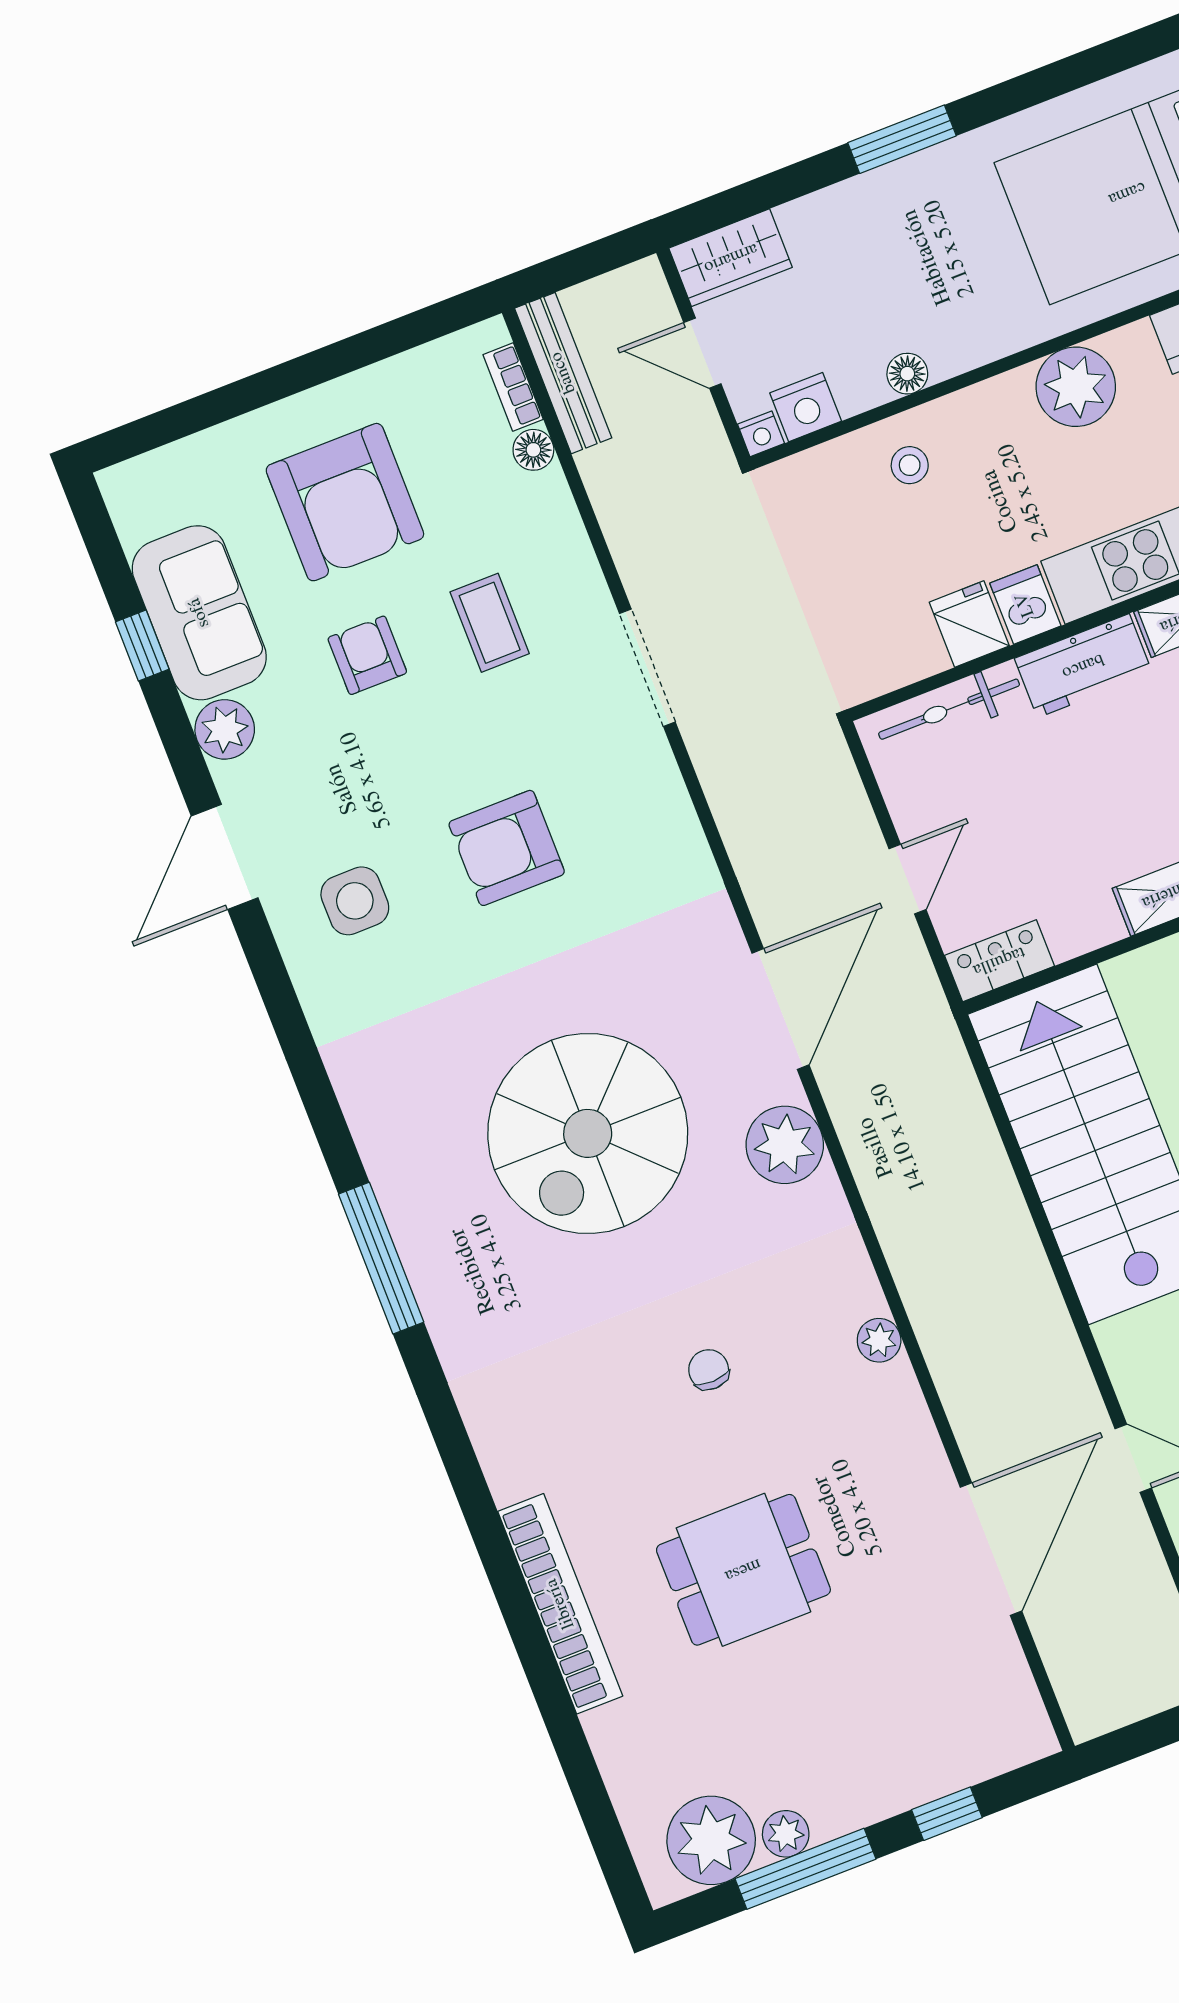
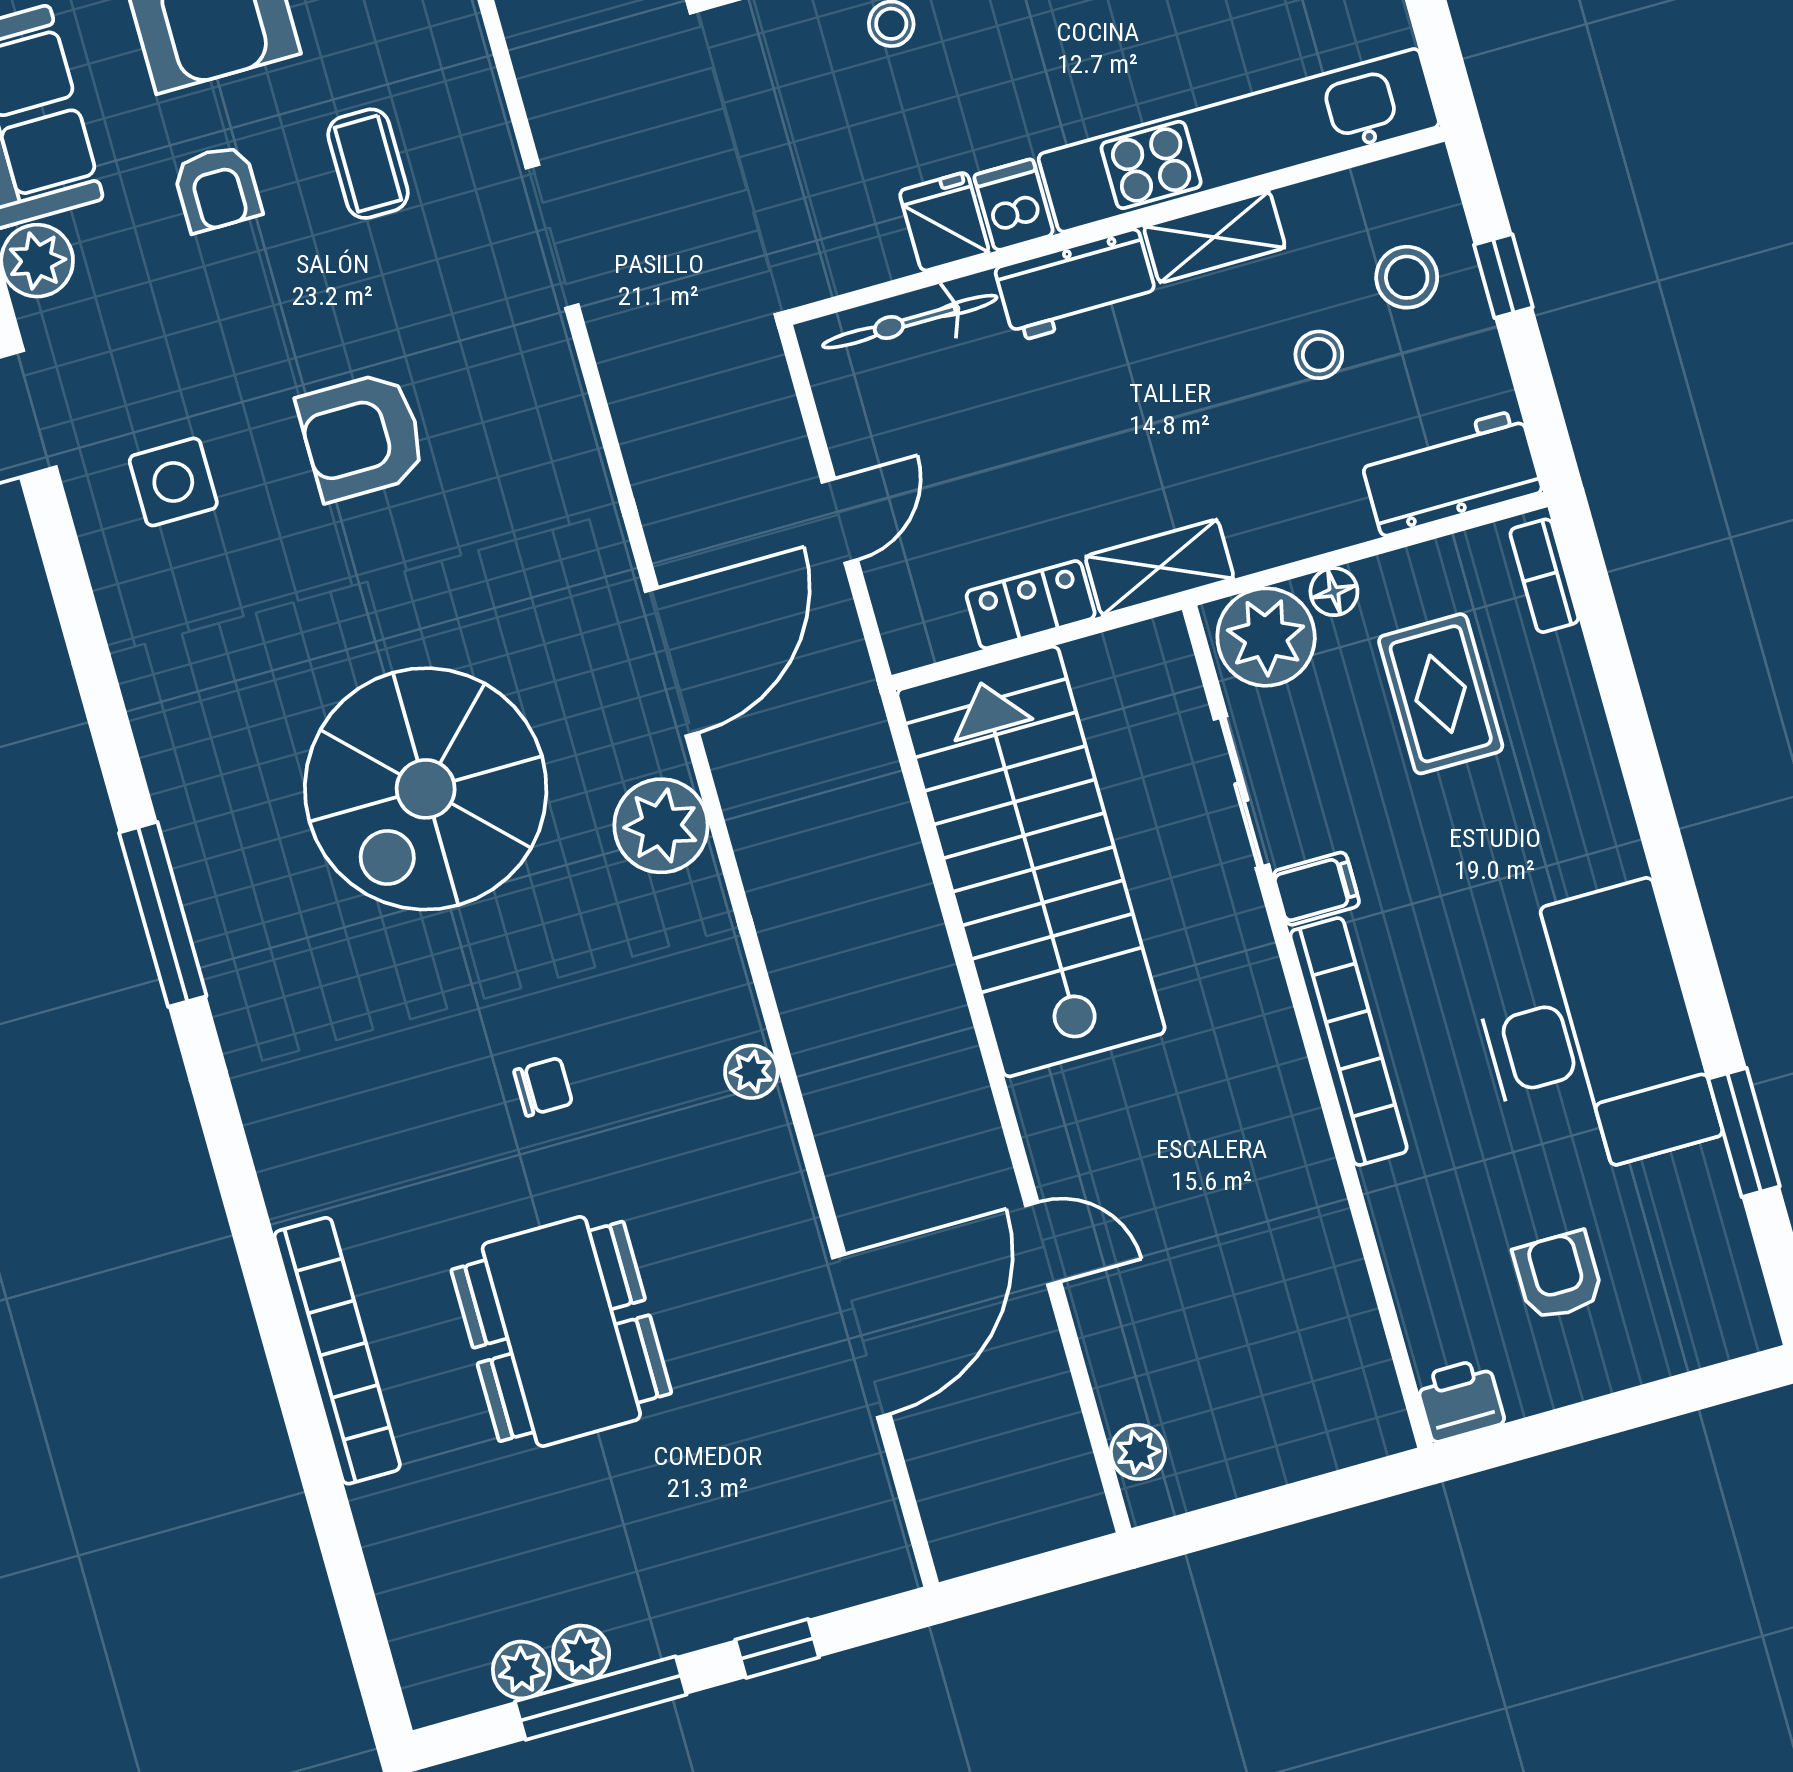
armchair: (367, 655) -> (217, 188), turned 180
locker: (999, 961) -> (1031, 605), moved
chair: (709, 1370) -> (543, 1087), turned 92
dining table: (743, 1570) -> (561, 1331), width x1.37
plant: (711, 1840) -> (521, 1670), width x0.53, depth x0.53

